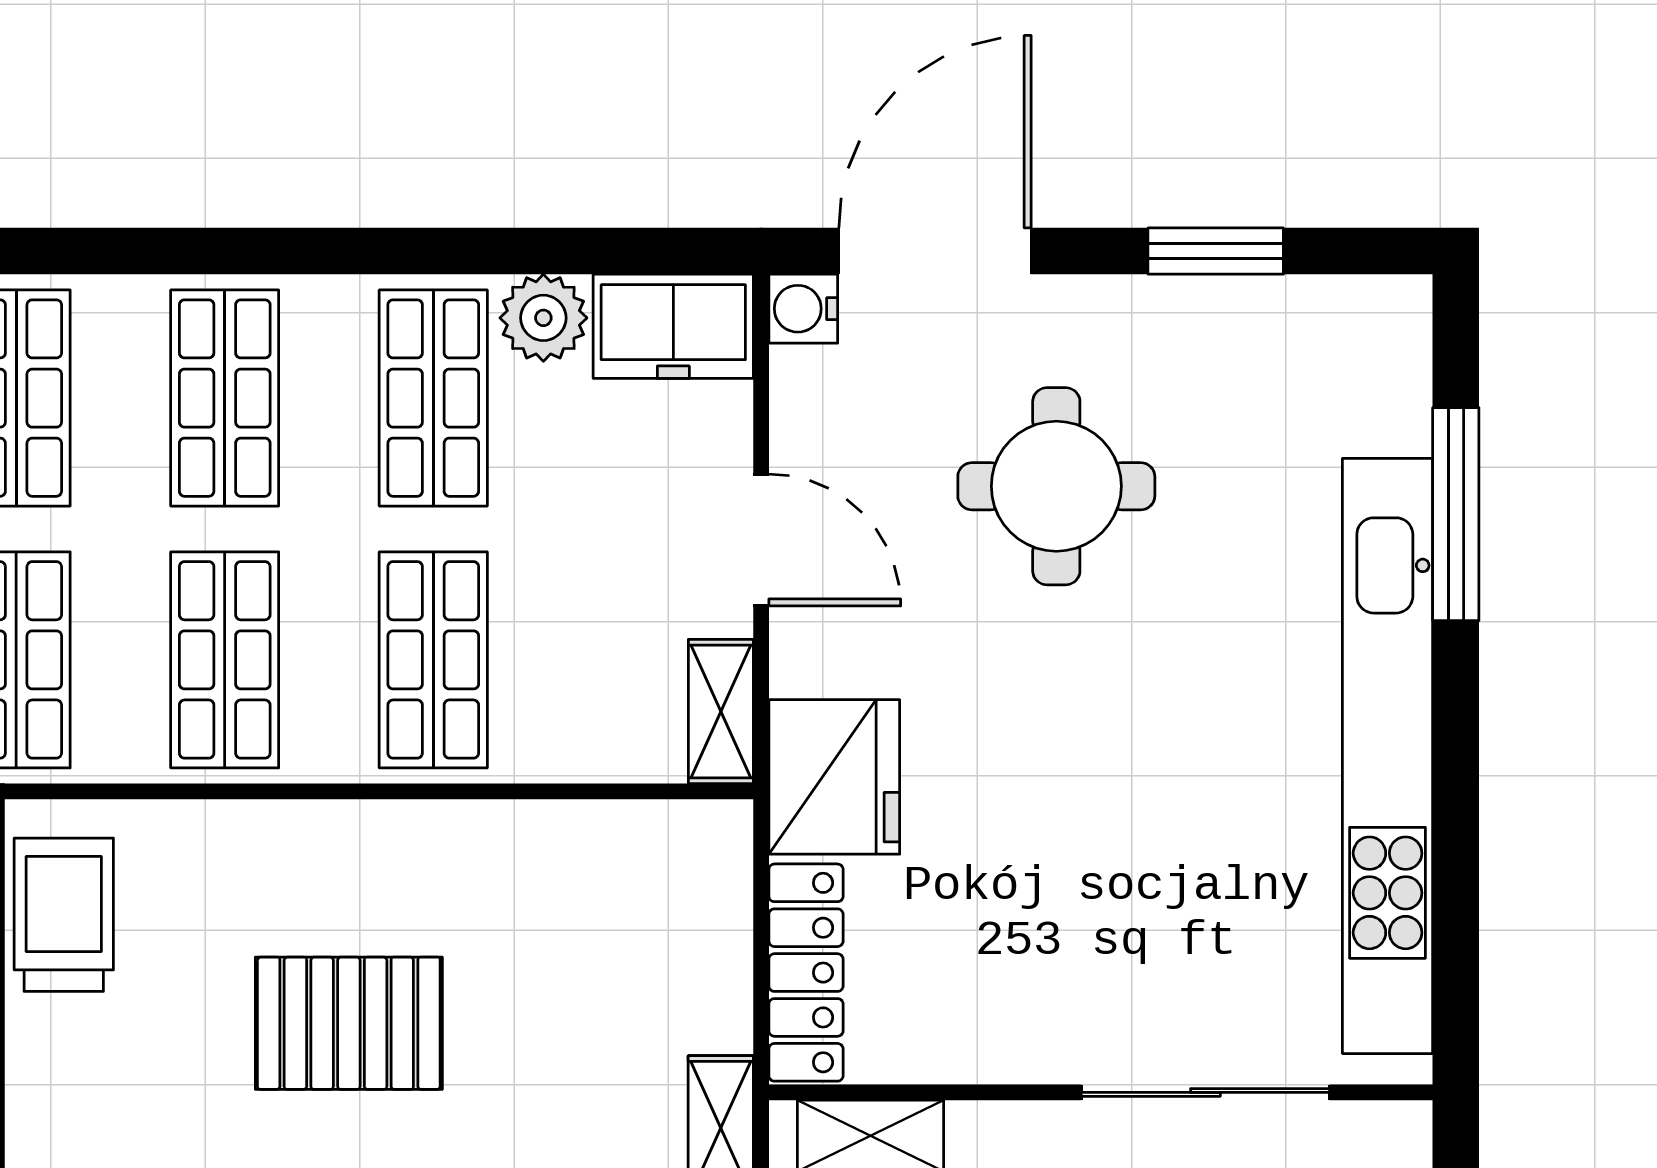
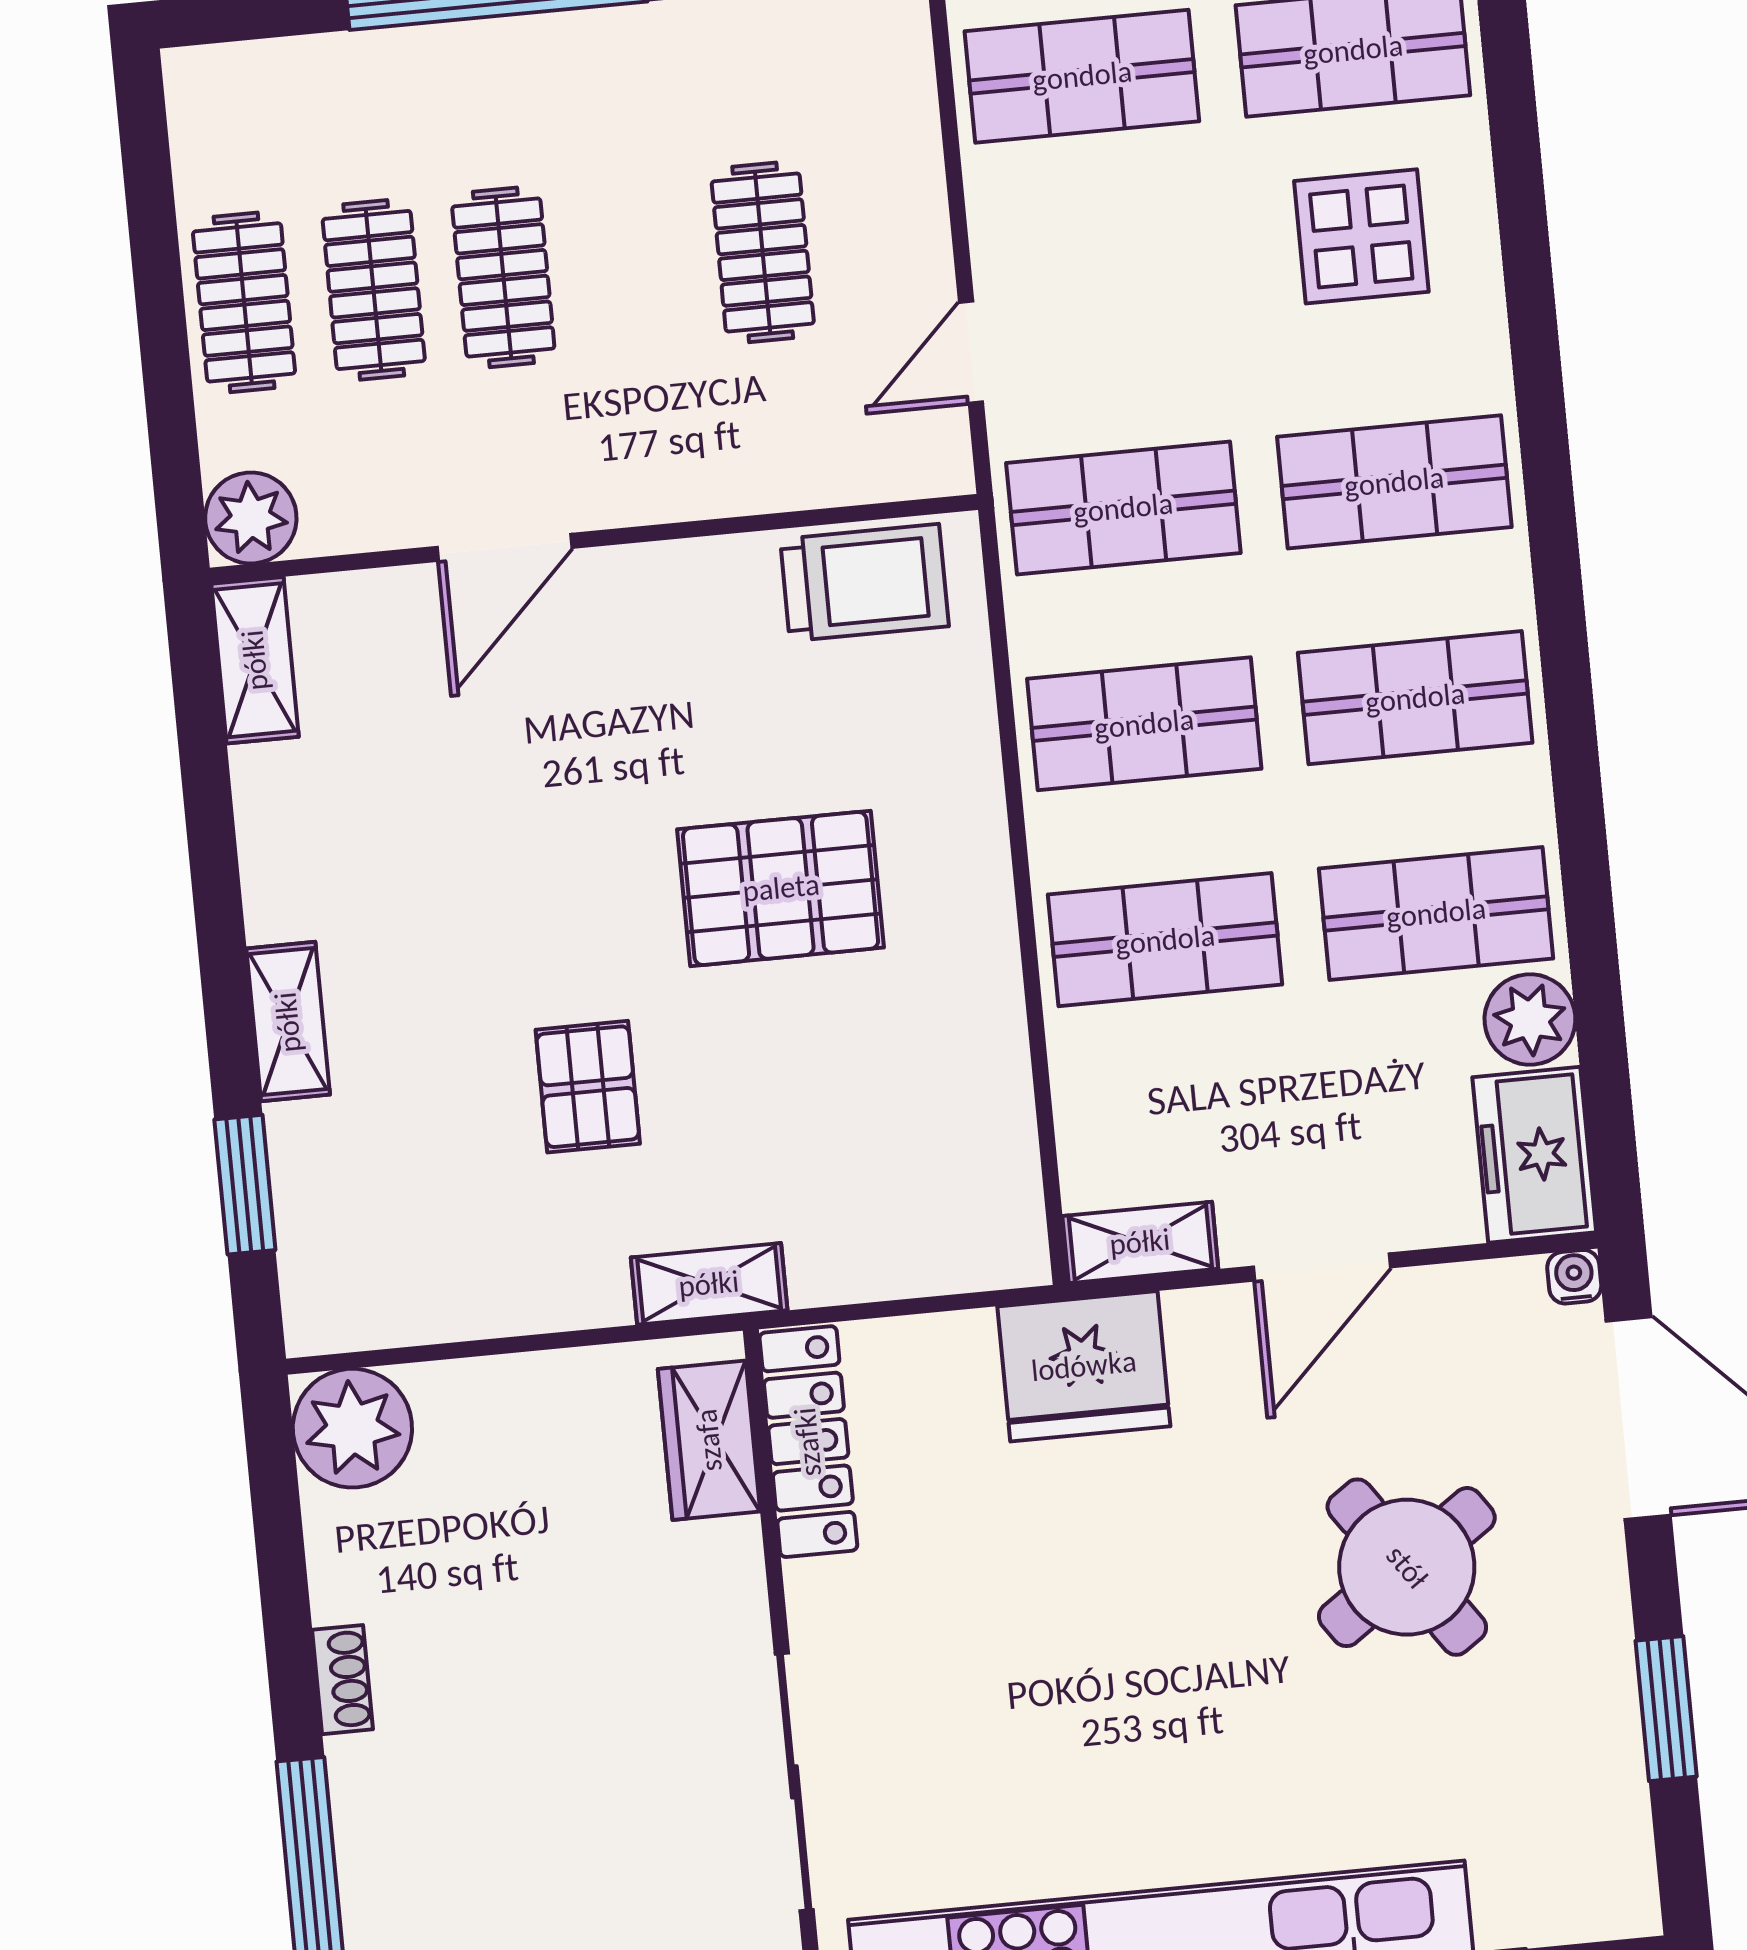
water cooler: (803, 309) -> (1574, 1277), width x0.72, depth x0.72
round table: (1056, 486) -> (1407, 1567), turned -35
locker: (806, 973) -> (808, 1442), moved, turned -90
pallet: (349, 1023) -> (781, 888), turned 90

